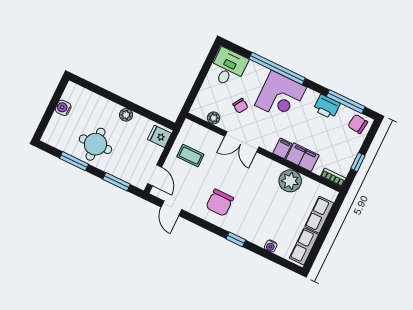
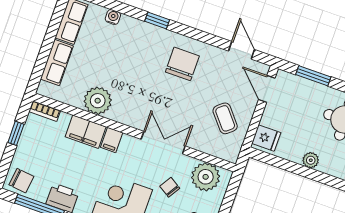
plant: (214, 118) -> (206, 177), width x1.88, depth x1.88
coffee table: (190, 156) -> (225, 118), turned 50

